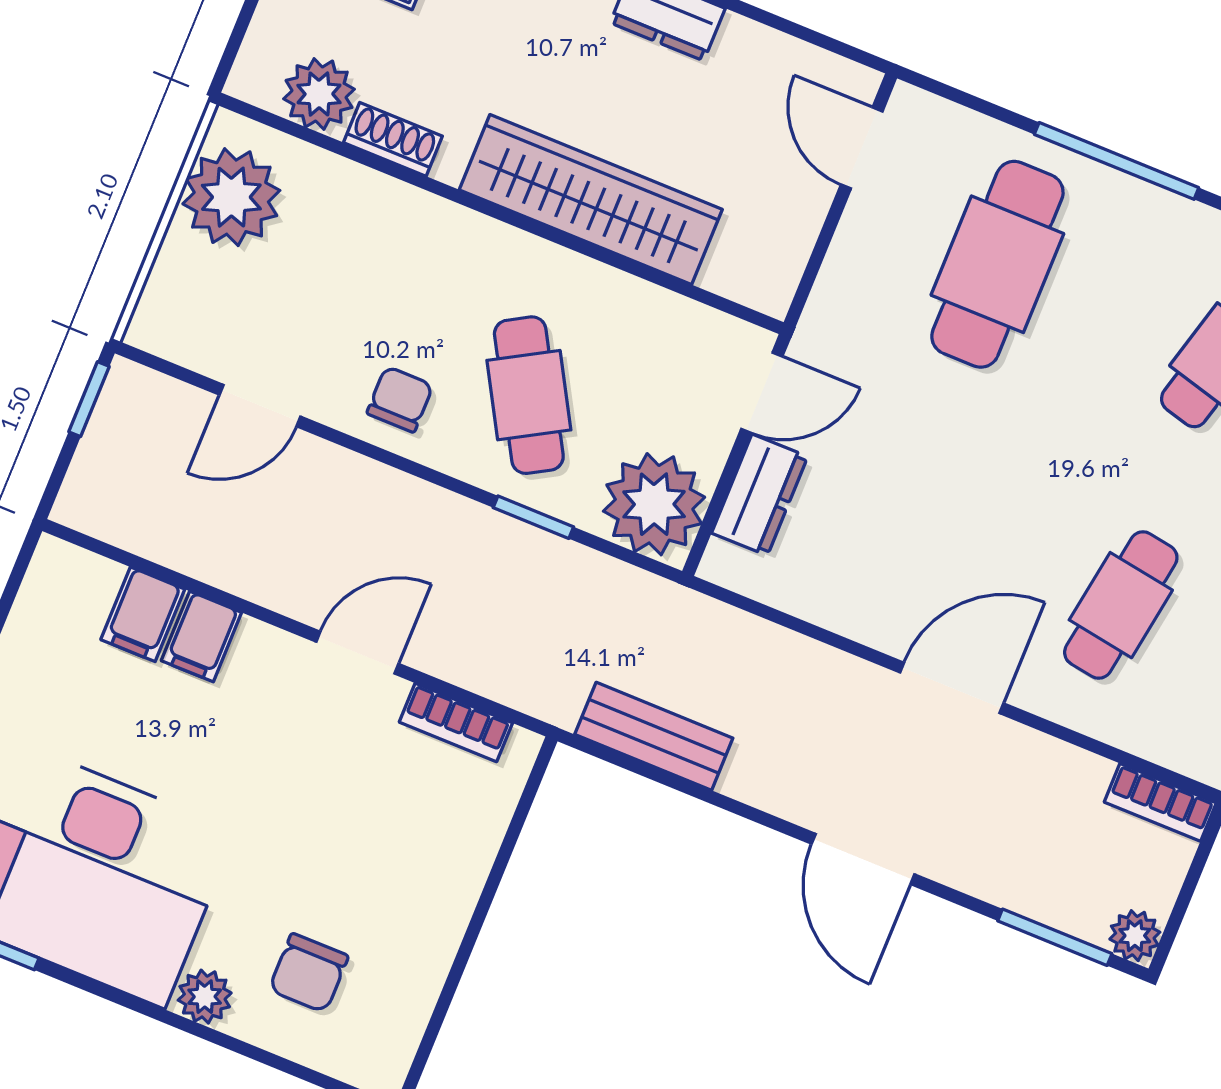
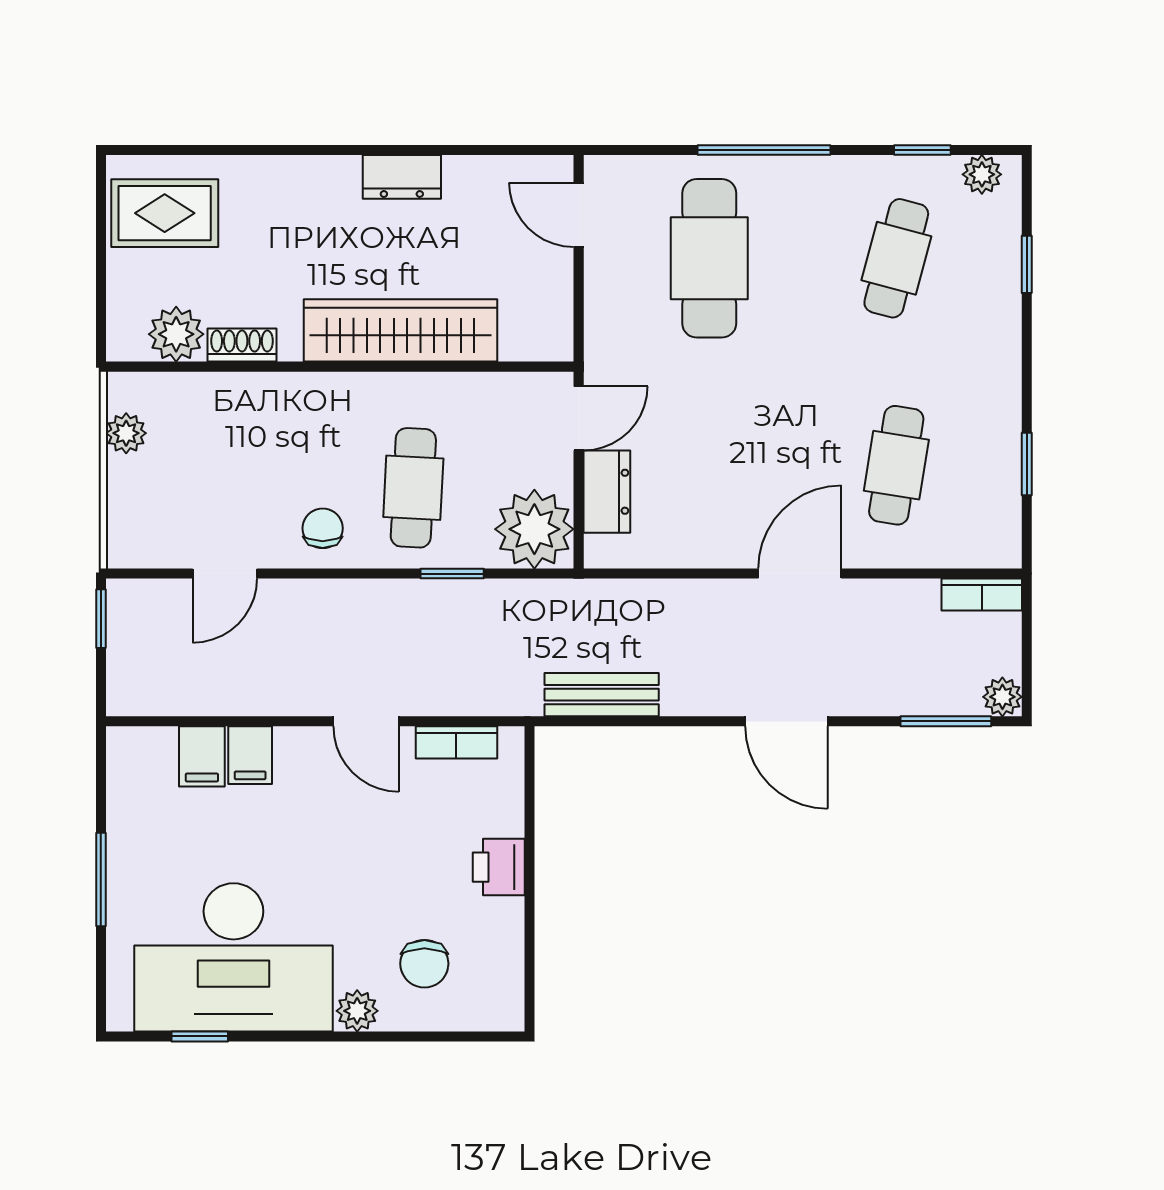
plant: (231, 197) -> (126, 433), width x0.53, depth x0.53
cafe table: (529, 395) -> (413, 488), turned 33
door: (357, 653) -> (366, 721), swing flipped
printer: (445, 893) -> (499, 867), added

